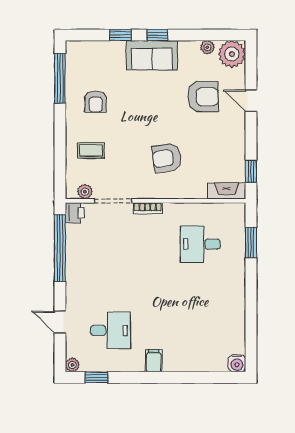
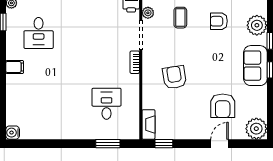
plant: (207, 47) -> (257, 25), moved, width x1.87, depth x1.87

